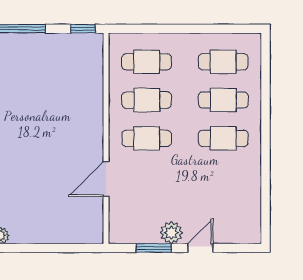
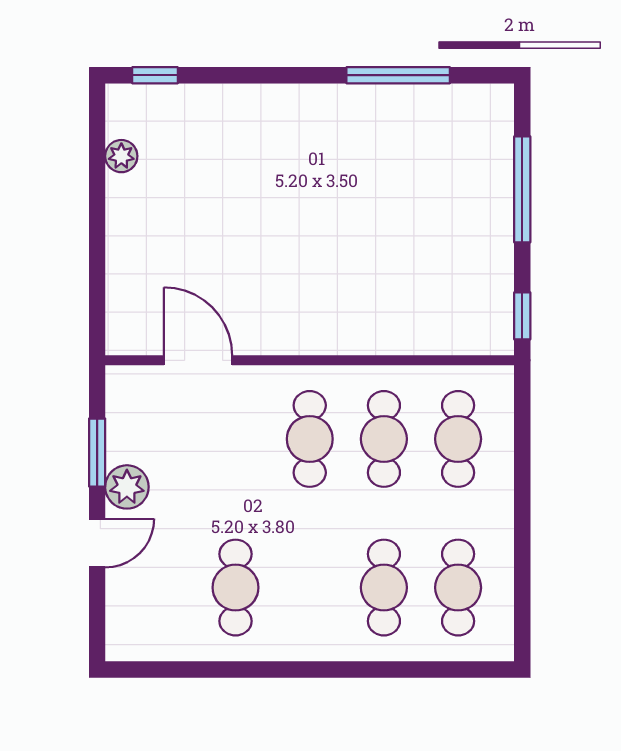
cafe table: (223, 138) -> (236, 588), moved
door: (106, 179) -> (198, 360), moved
door: (200, 248) -> (97, 543), hinge flipped

